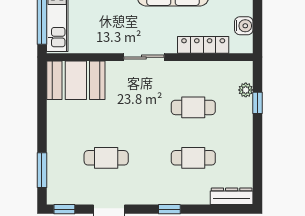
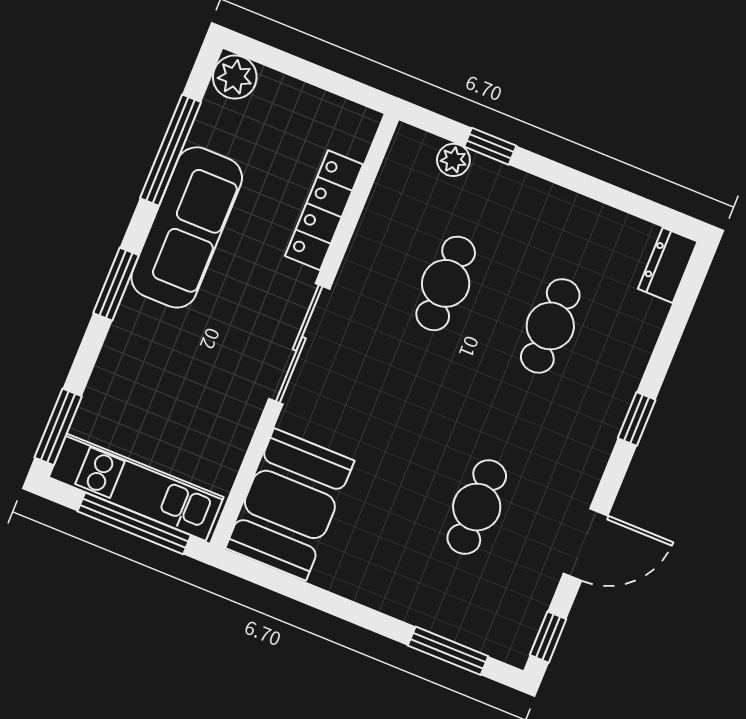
water cooler: (244, 26) -> (319, 110), removed
sliding door: (144, 57) -> (299, 344), width x1.37
dresser: (232, 196) -> (668, 265), width x0.70

